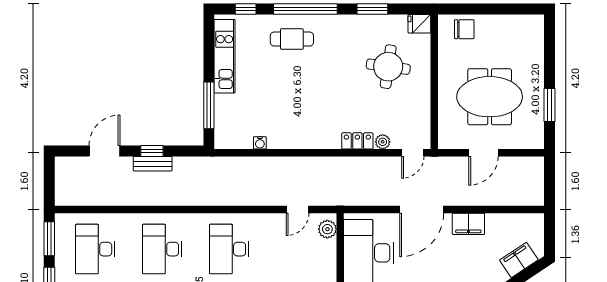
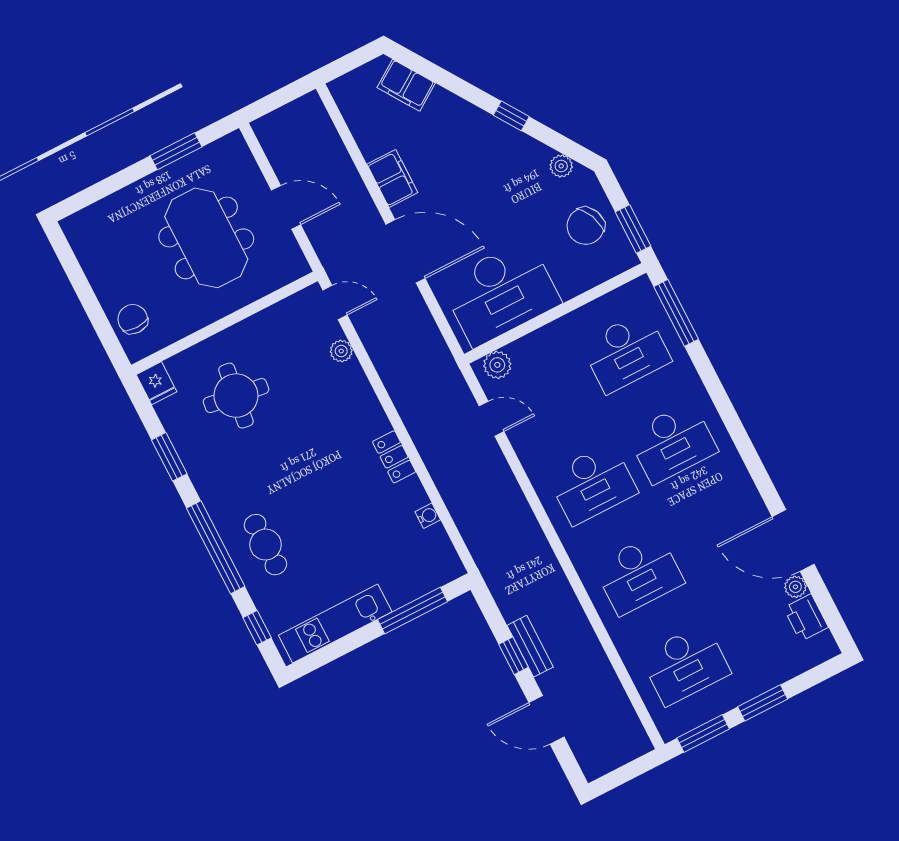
locker: (357, 141) -> (394, 457), moved

